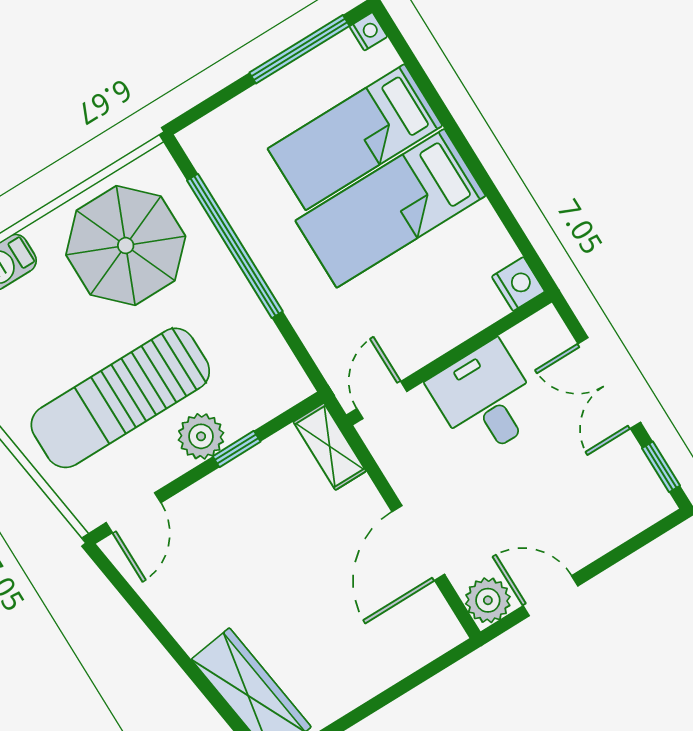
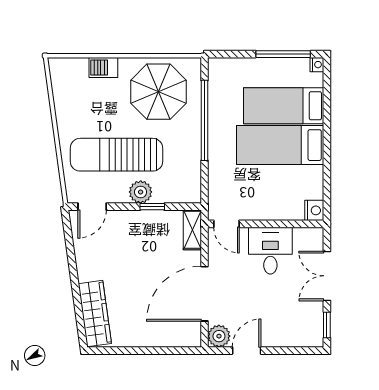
door: (382, 400) -> (226, 224), swing flipped
door: (418, 543) -> (205, 294), width x1.36
door: (550, 596) -> (247, 351), hinge flipped

